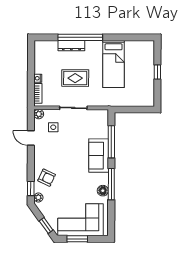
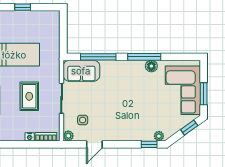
sofa: (99, 156) -> (81, 71), moved
armchair: (47, 178) -> (137, 127), removed

